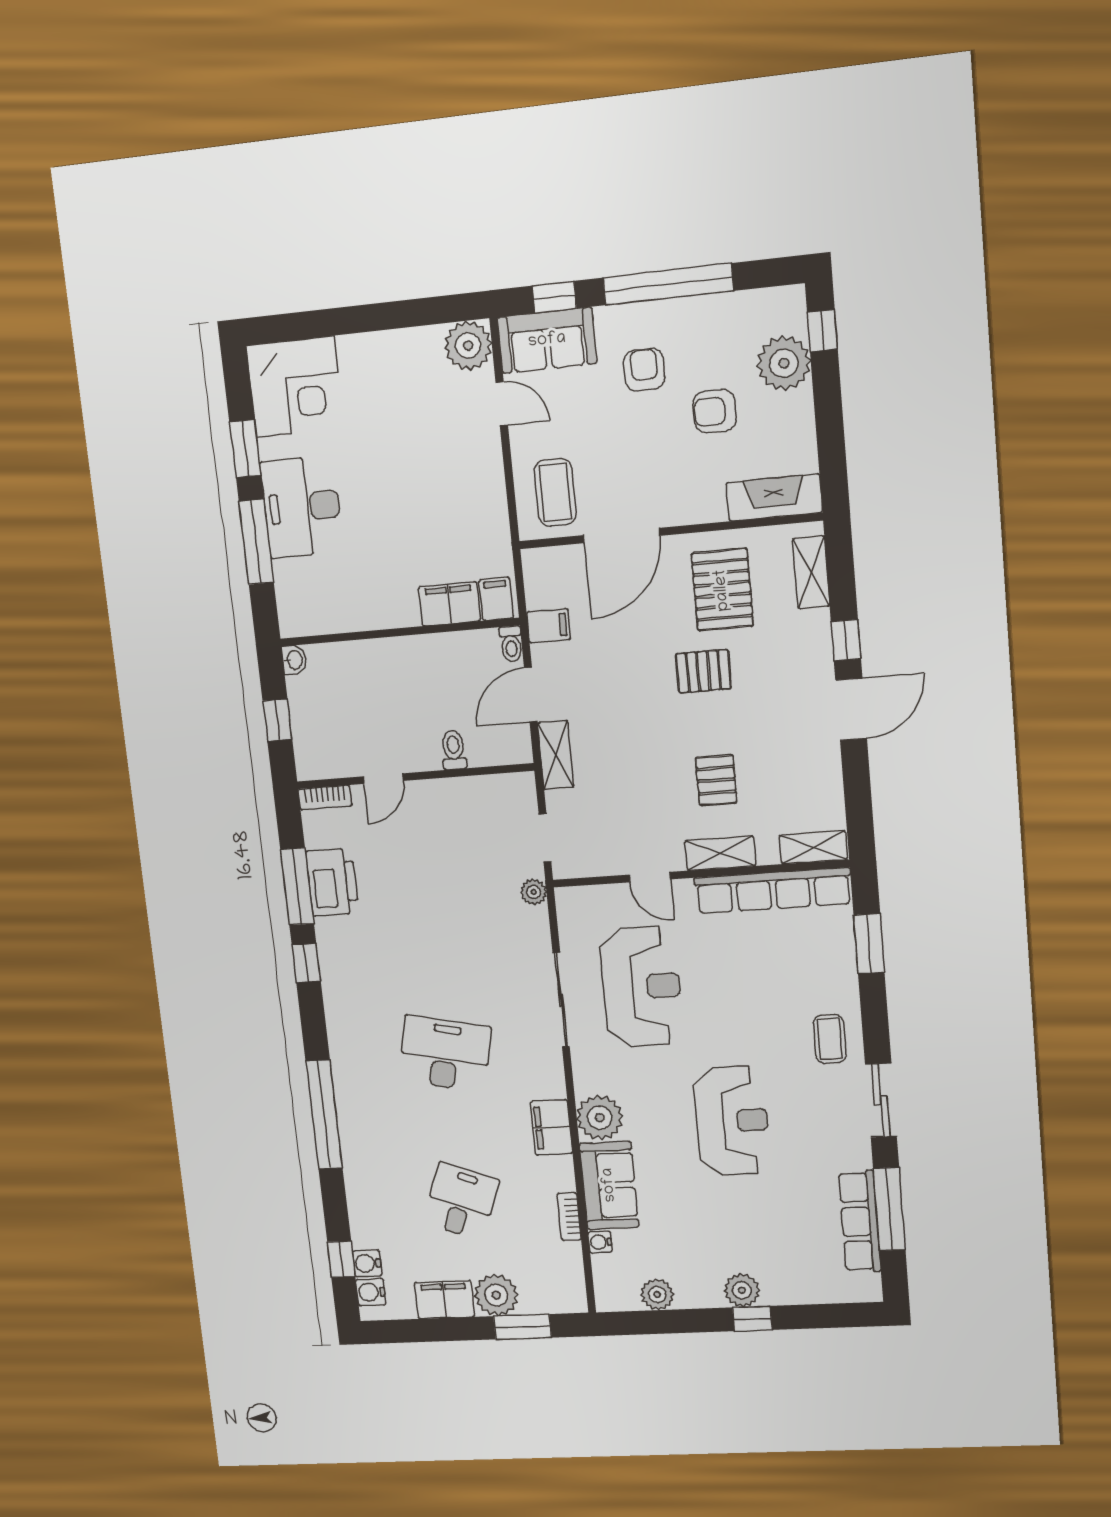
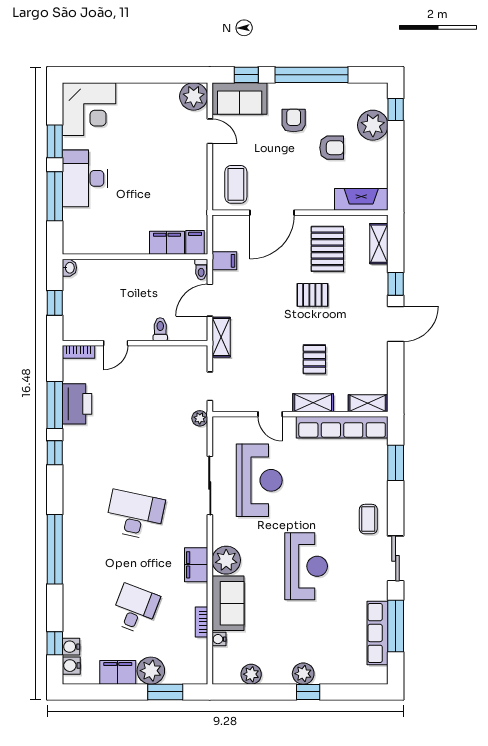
armchair: (715, 411) -> (332, 148), turned 180

